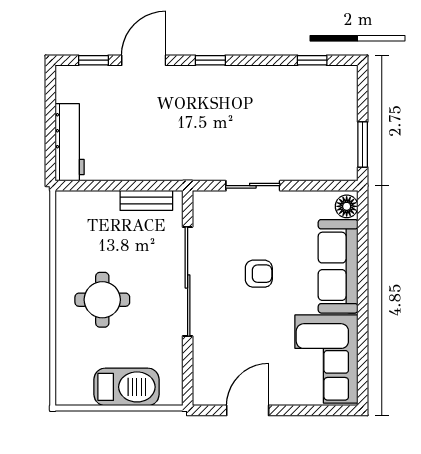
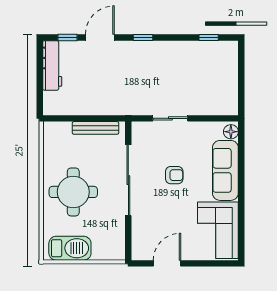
workbench: (70, 142) -> (52, 65), moved
window: (363, 144) -> (241, 92), removed
bench: (146, 200) -> (95, 128), width x1.36
round table: (102, 300) -> (73, 192), width x1.36, depth x1.36
barbecue: (127, 387) -> (70, 248), moved

